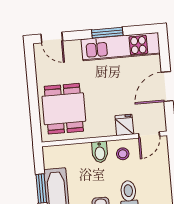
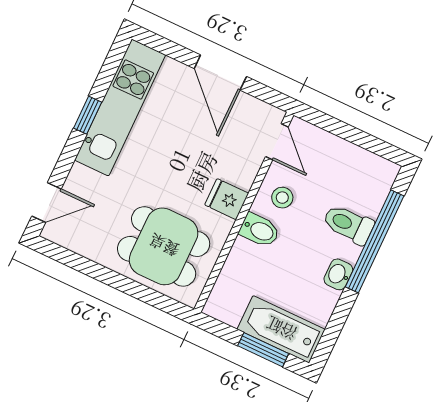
window: (107, 33) -> (88, 115), width x0.67
fridge: (124, 125) -> (227, 199), moved

